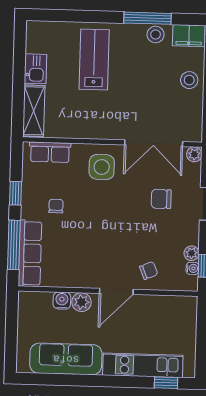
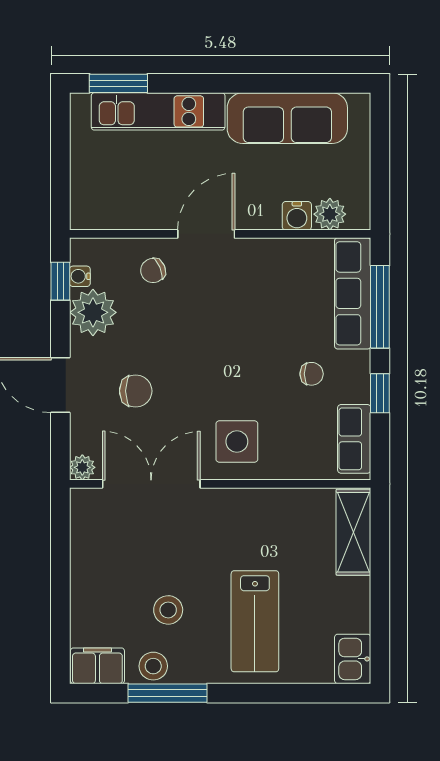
kitchen sink: (35, 69) -> (353, 659), moved
stool: (189, 80) -> (168, 610), moved
row of seats: (50, 152) -> (354, 439), moved, turned -90
chair: (56, 206) -> (312, 374), turned -90
plant: (192, 253) -> (93, 312), width x1.87, depth x1.87
plant: (82, 302) -> (330, 214), moved
window: (166, 383) -> (118, 83), width x1.50

